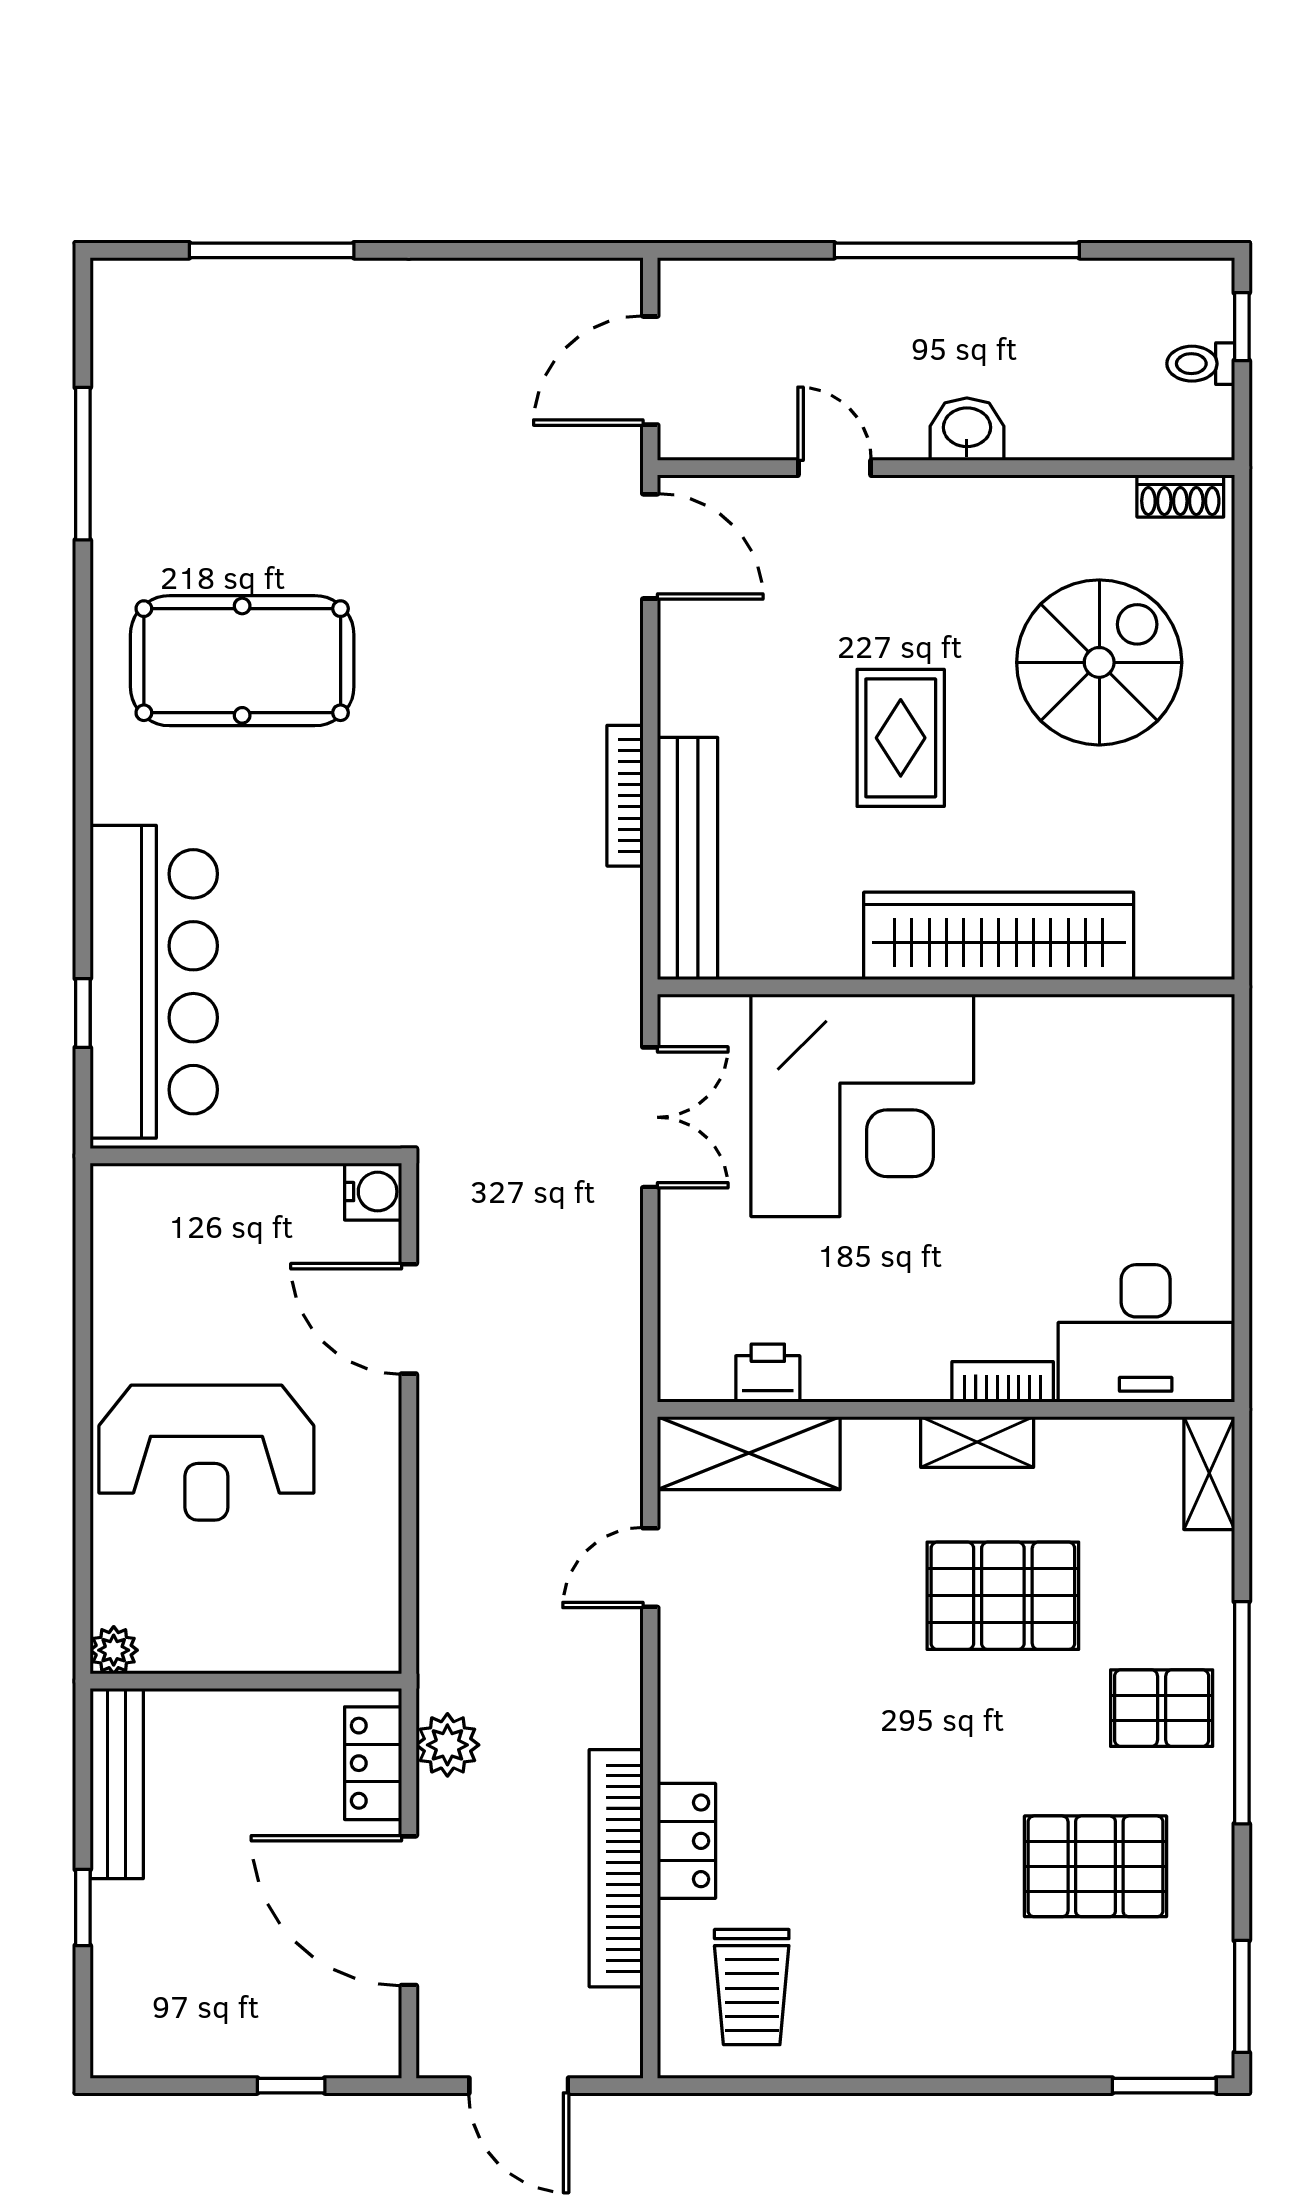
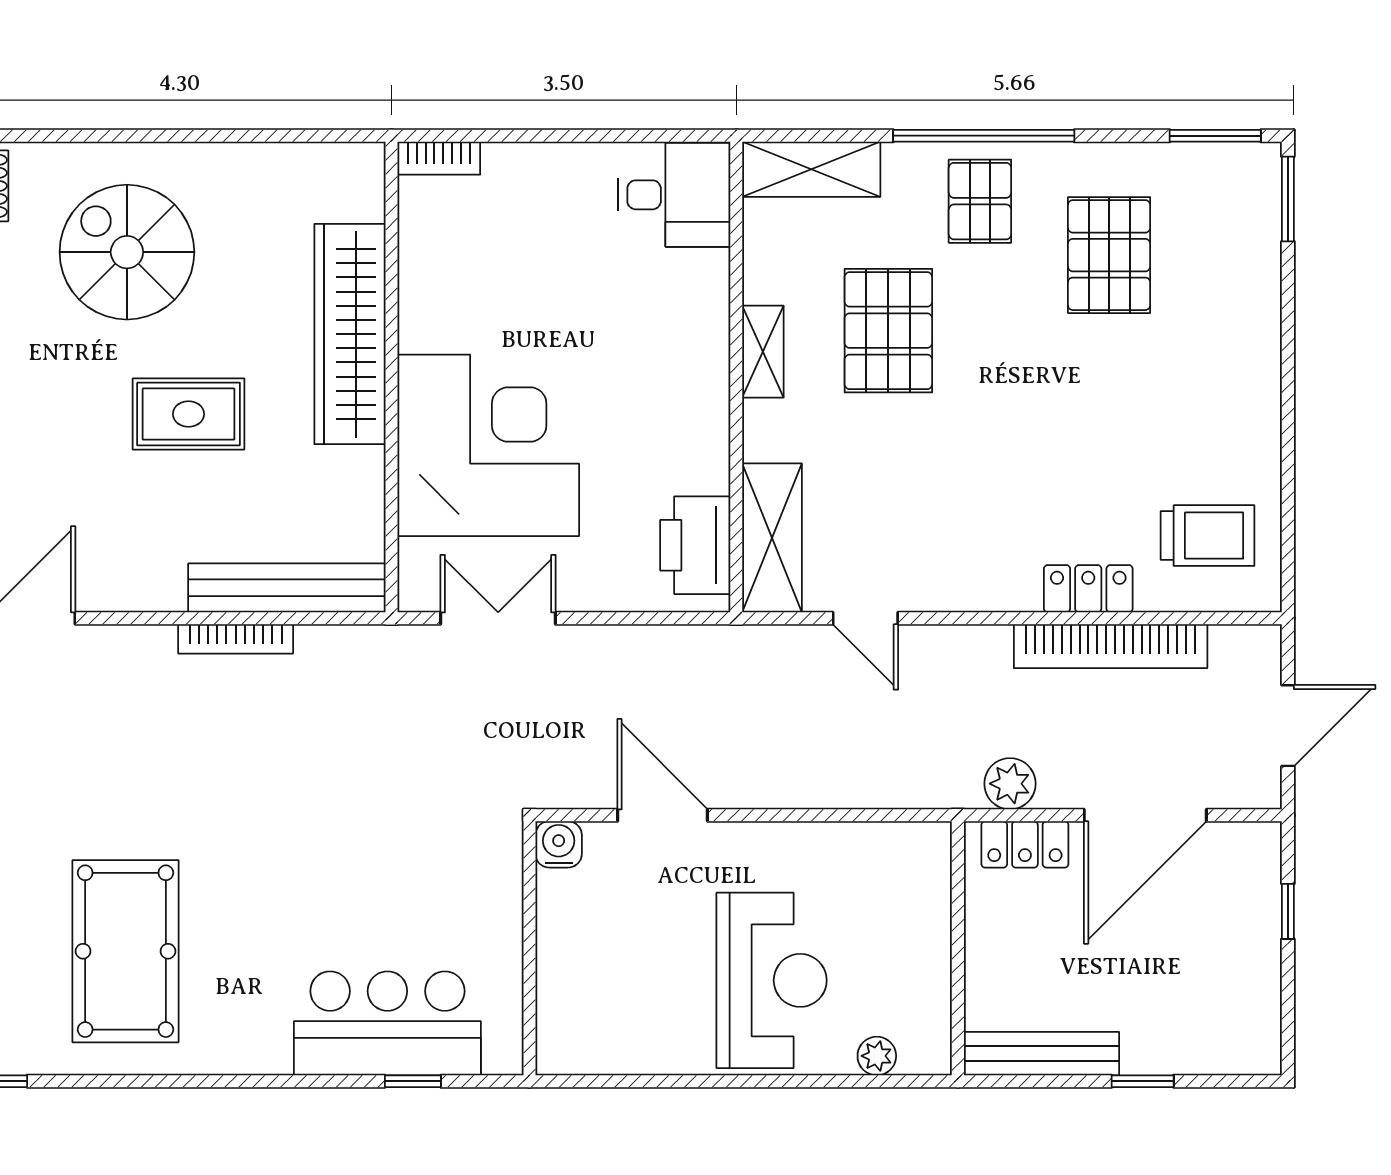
bar counter: (154, 982) -> (387, 1023), width x0.73
door: (409, 1319) -> (662, 815), swing flipped
desk: (1146, 1333) -> (674, 195), width x0.73
printer: (768, 1373) -> (695, 545), width x1.87, depth x1.48
bookcase: (1003, 1382) -> (439, 158), moved, turned -90
shelving: (1209, 1473) -> (811, 169), width x1.50, depth x1.33
plant: (114, 1650) -> (877, 1056), moved

